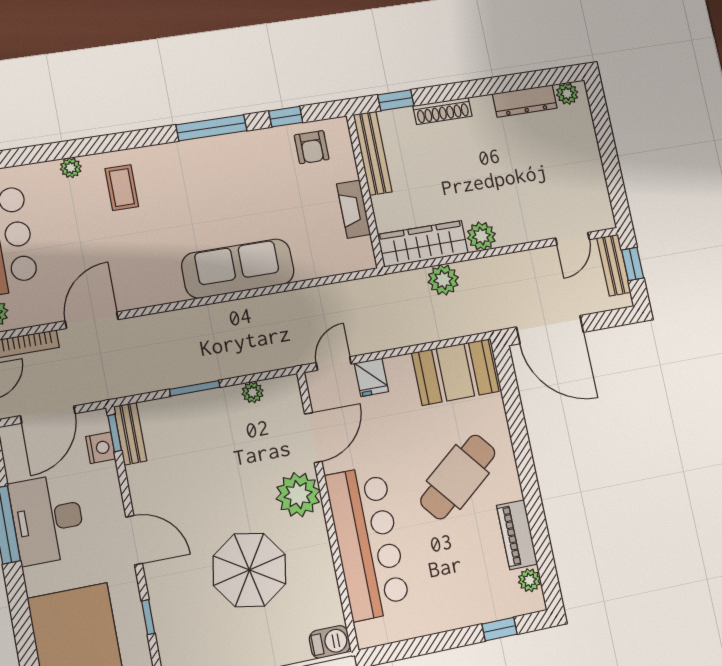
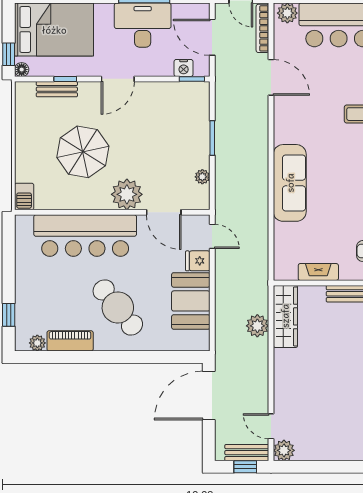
plant: (481, 236) -> (284, 450), moved
booth: (455, 372) -> (191, 301), moved
bench: (130, 434) -> (57, 89), moved

